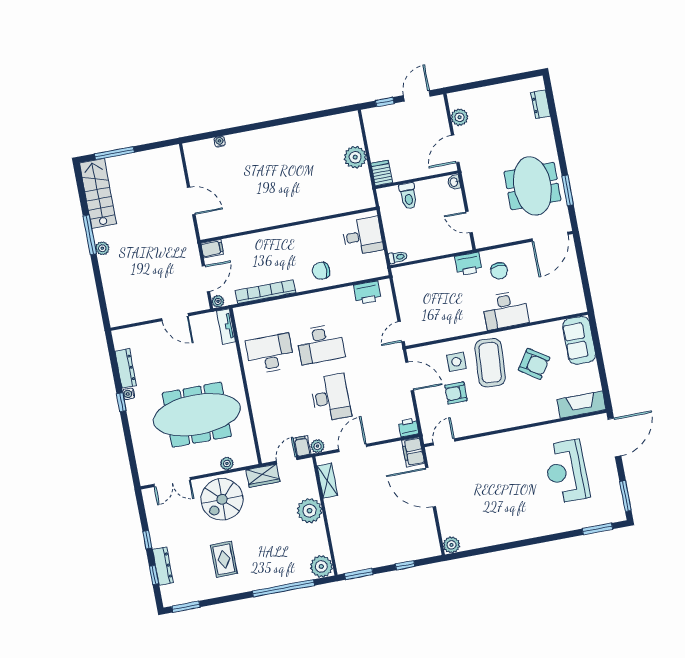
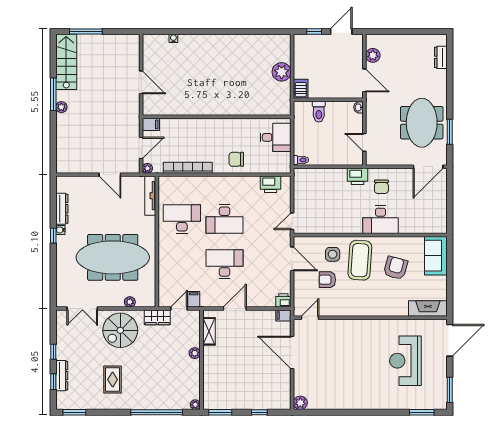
door: (455, 149) -> (364, 80), swing flipped
tv unit: (226, 326) -> (150, 196), width x1.41
armchair: (534, 364) -> (396, 268), turned -109
desk: (331, 398) -> (225, 264), turned -90
plant: (317, 446) -> (206, 302), removed
filing cabinet: (413, 452) -> (283, 315), width x0.50
plant: (310, 511) -> (195, 353), width x0.53, depth x0.53
plant: (321, 566) -> (195, 405), width x0.53, depth x0.53

